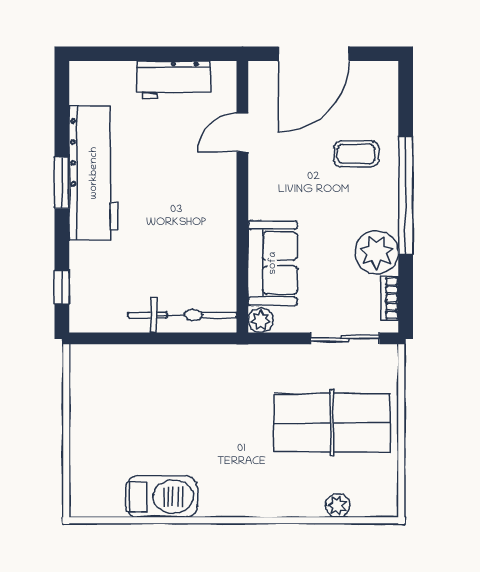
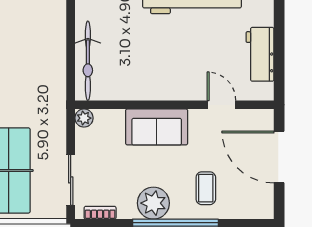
plant: (377, 252) -> (153, 203), moved
sofa: (273, 263) -> (157, 127), moved

